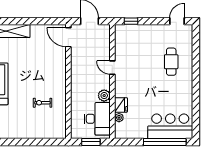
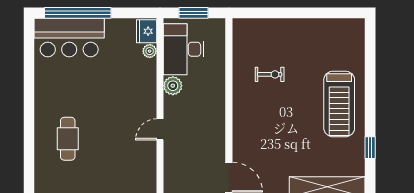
door: (112, 68) -> (160, 129), swing flipped
fridge: (121, 105) -> (147, 31), moved

